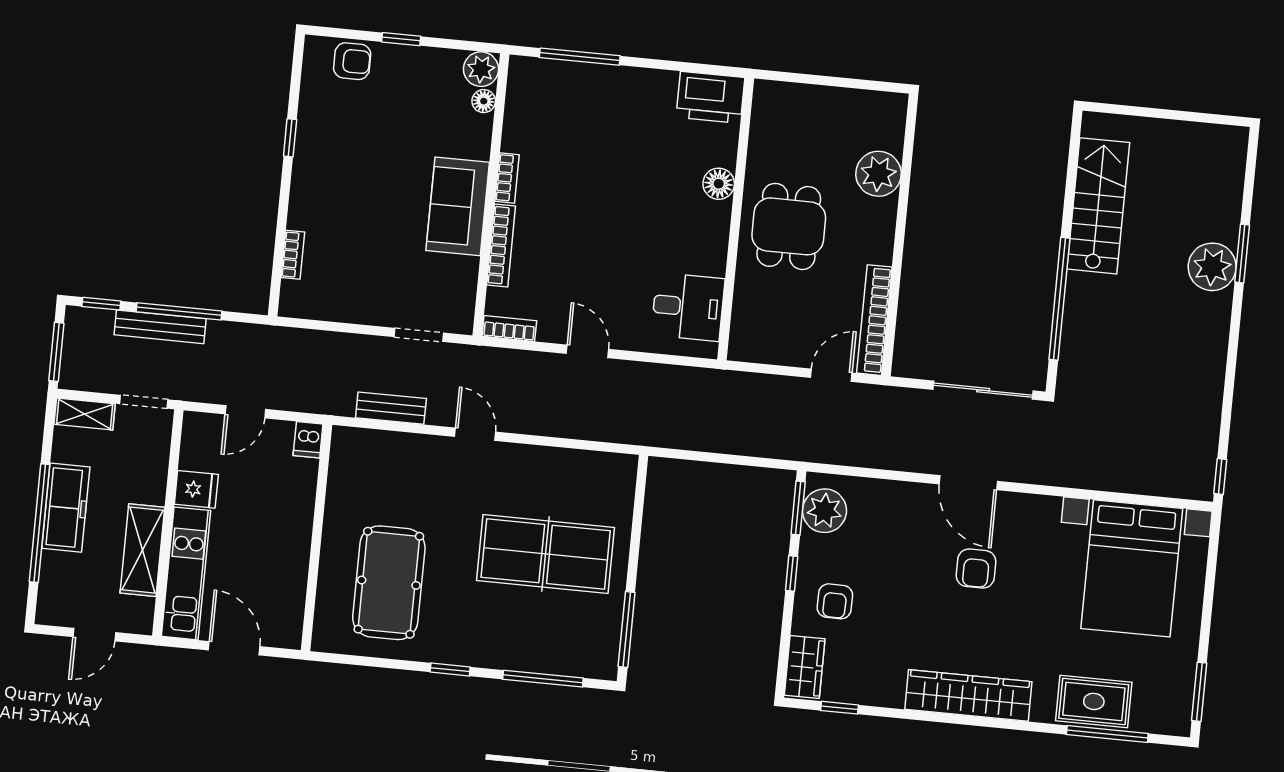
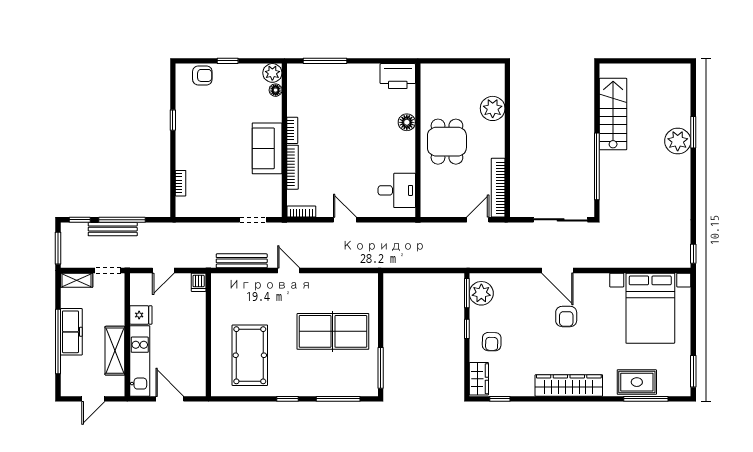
bench: (391, 408) -> (242, 261), width x1.36

